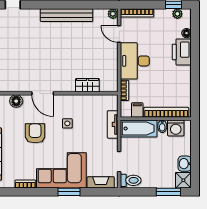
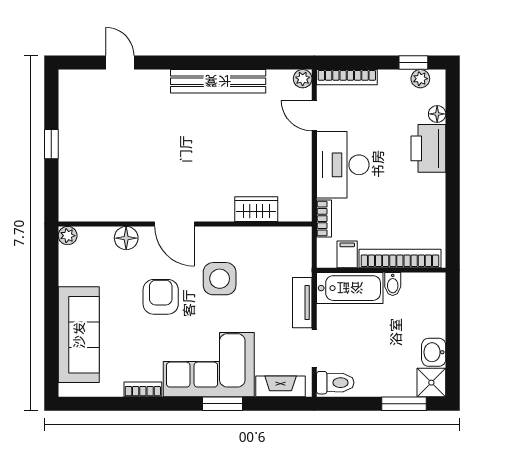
side table: (67, 123) -> (220, 279), width x1.87, depth x1.87
tv unit: (113, 124) -> (302, 303), moved
washing machine: (176, 128) -> (417, 287), removed

